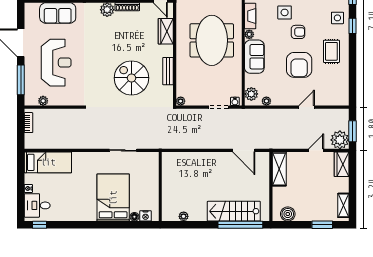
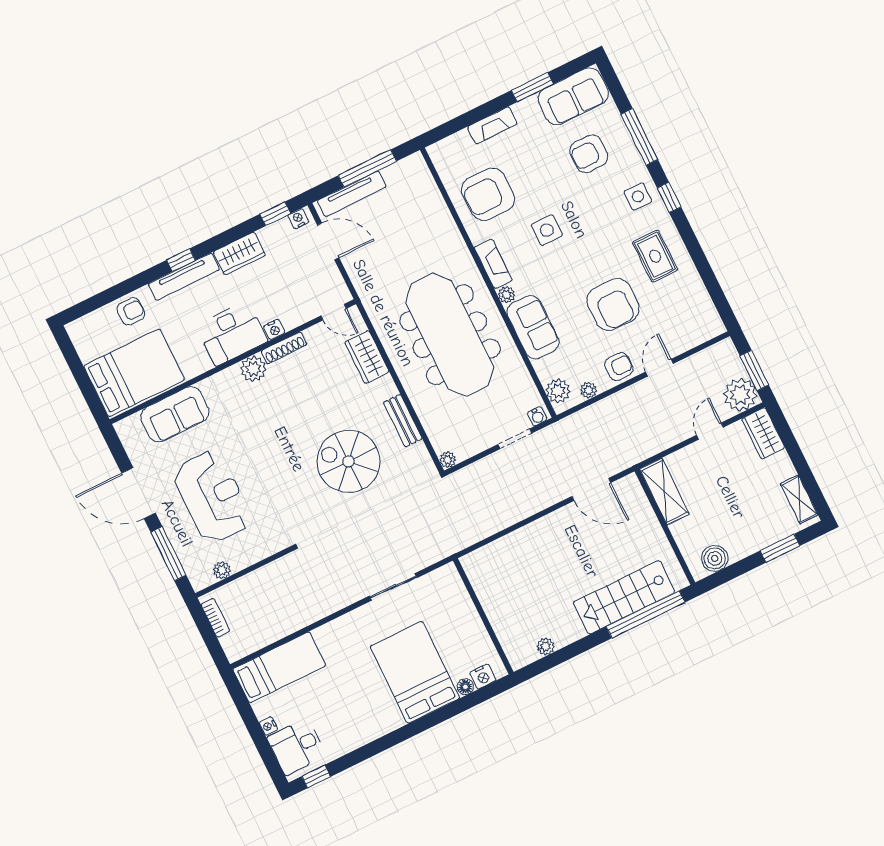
armchair: (298, 32) -> (619, 367), moved
meeting table: (212, 40) -> (450, 335), width x1.36

